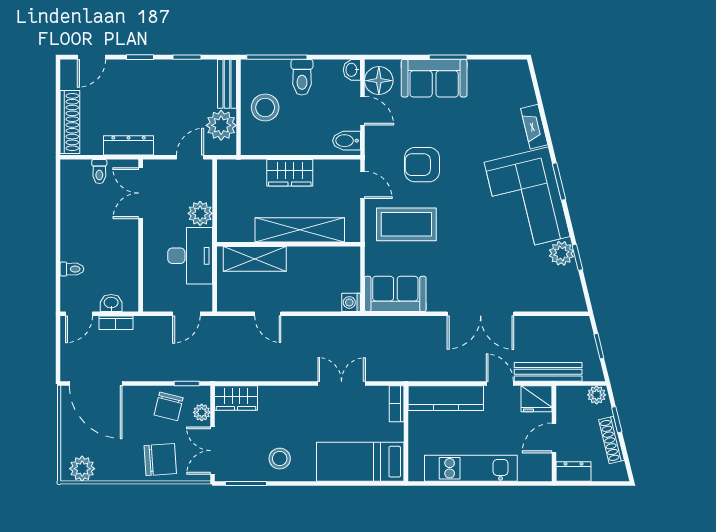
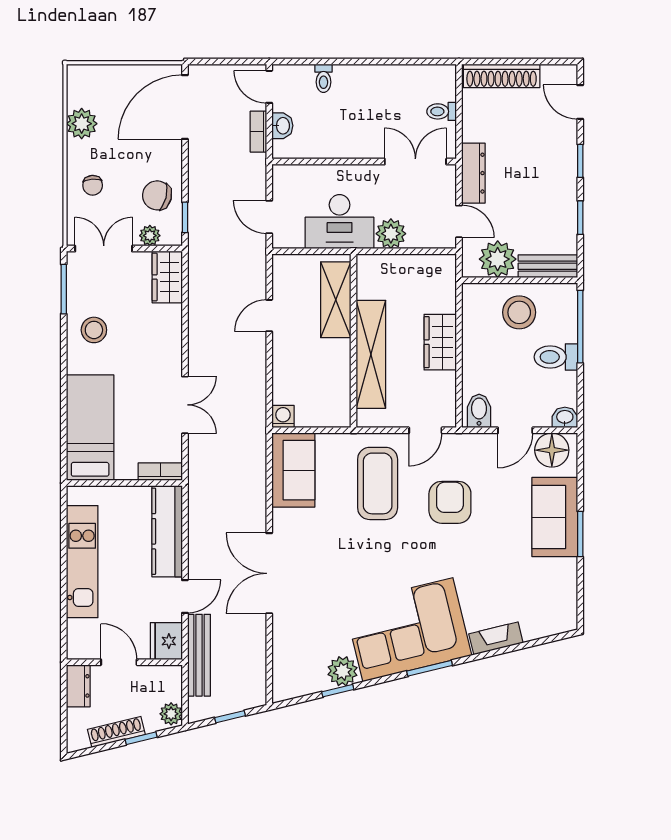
dresser: (129, 145) -> (473, 173), moved
chair: (160, 460) -> (93, 185), width x0.54, depth x0.54
plant: (82, 469) -> (82, 124), moved

